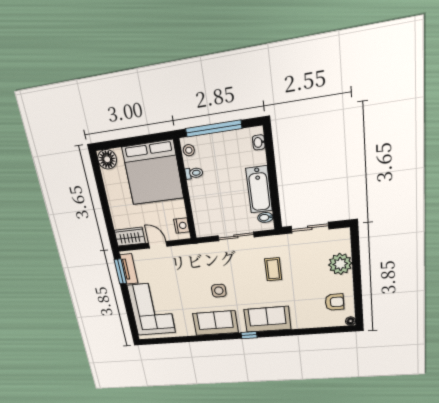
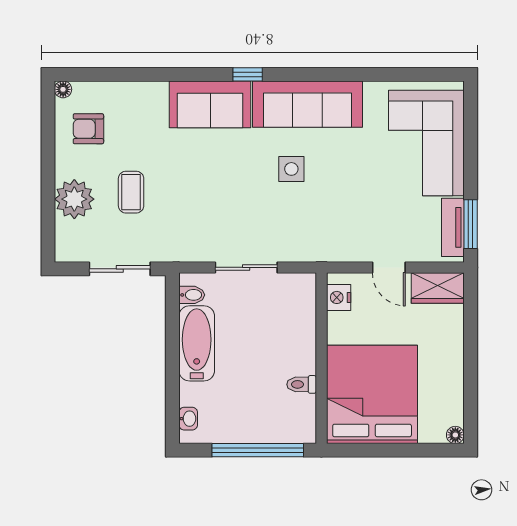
stool: (189, 150) -> (304, 422), removed
floor lamp: (107, 159) -> (455, 435), width x0.53, depth x0.53
coffee table: (273, 269) -> (131, 192), moved
sofa: (215, 323) -> (308, 104), width x1.36

